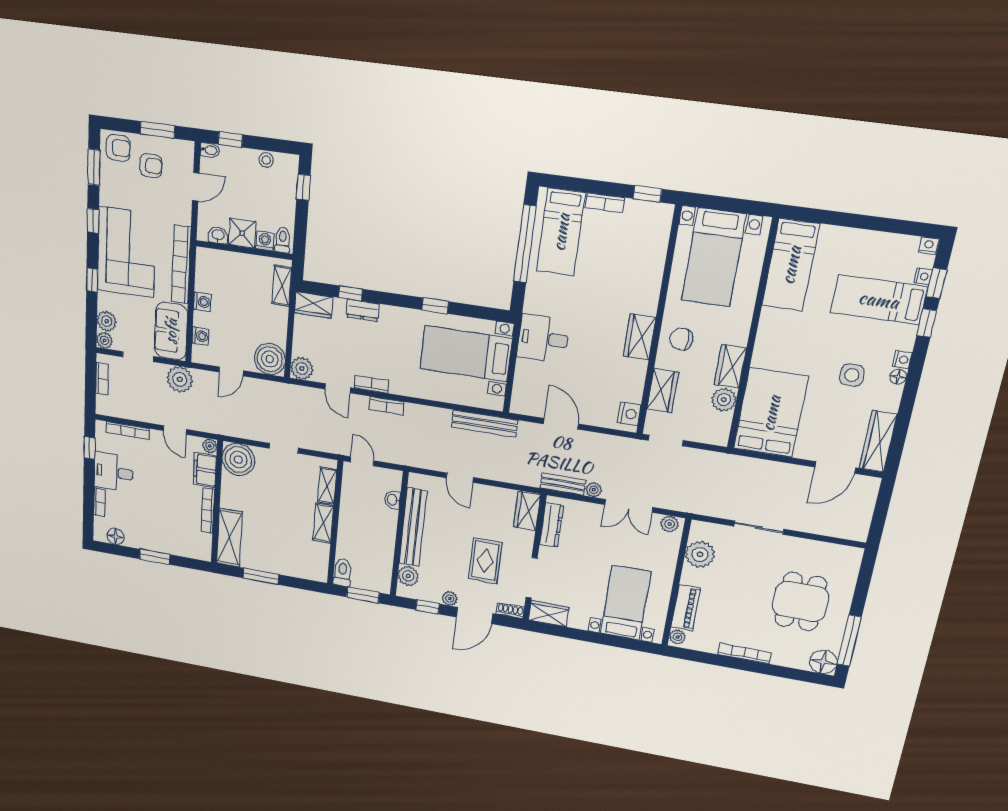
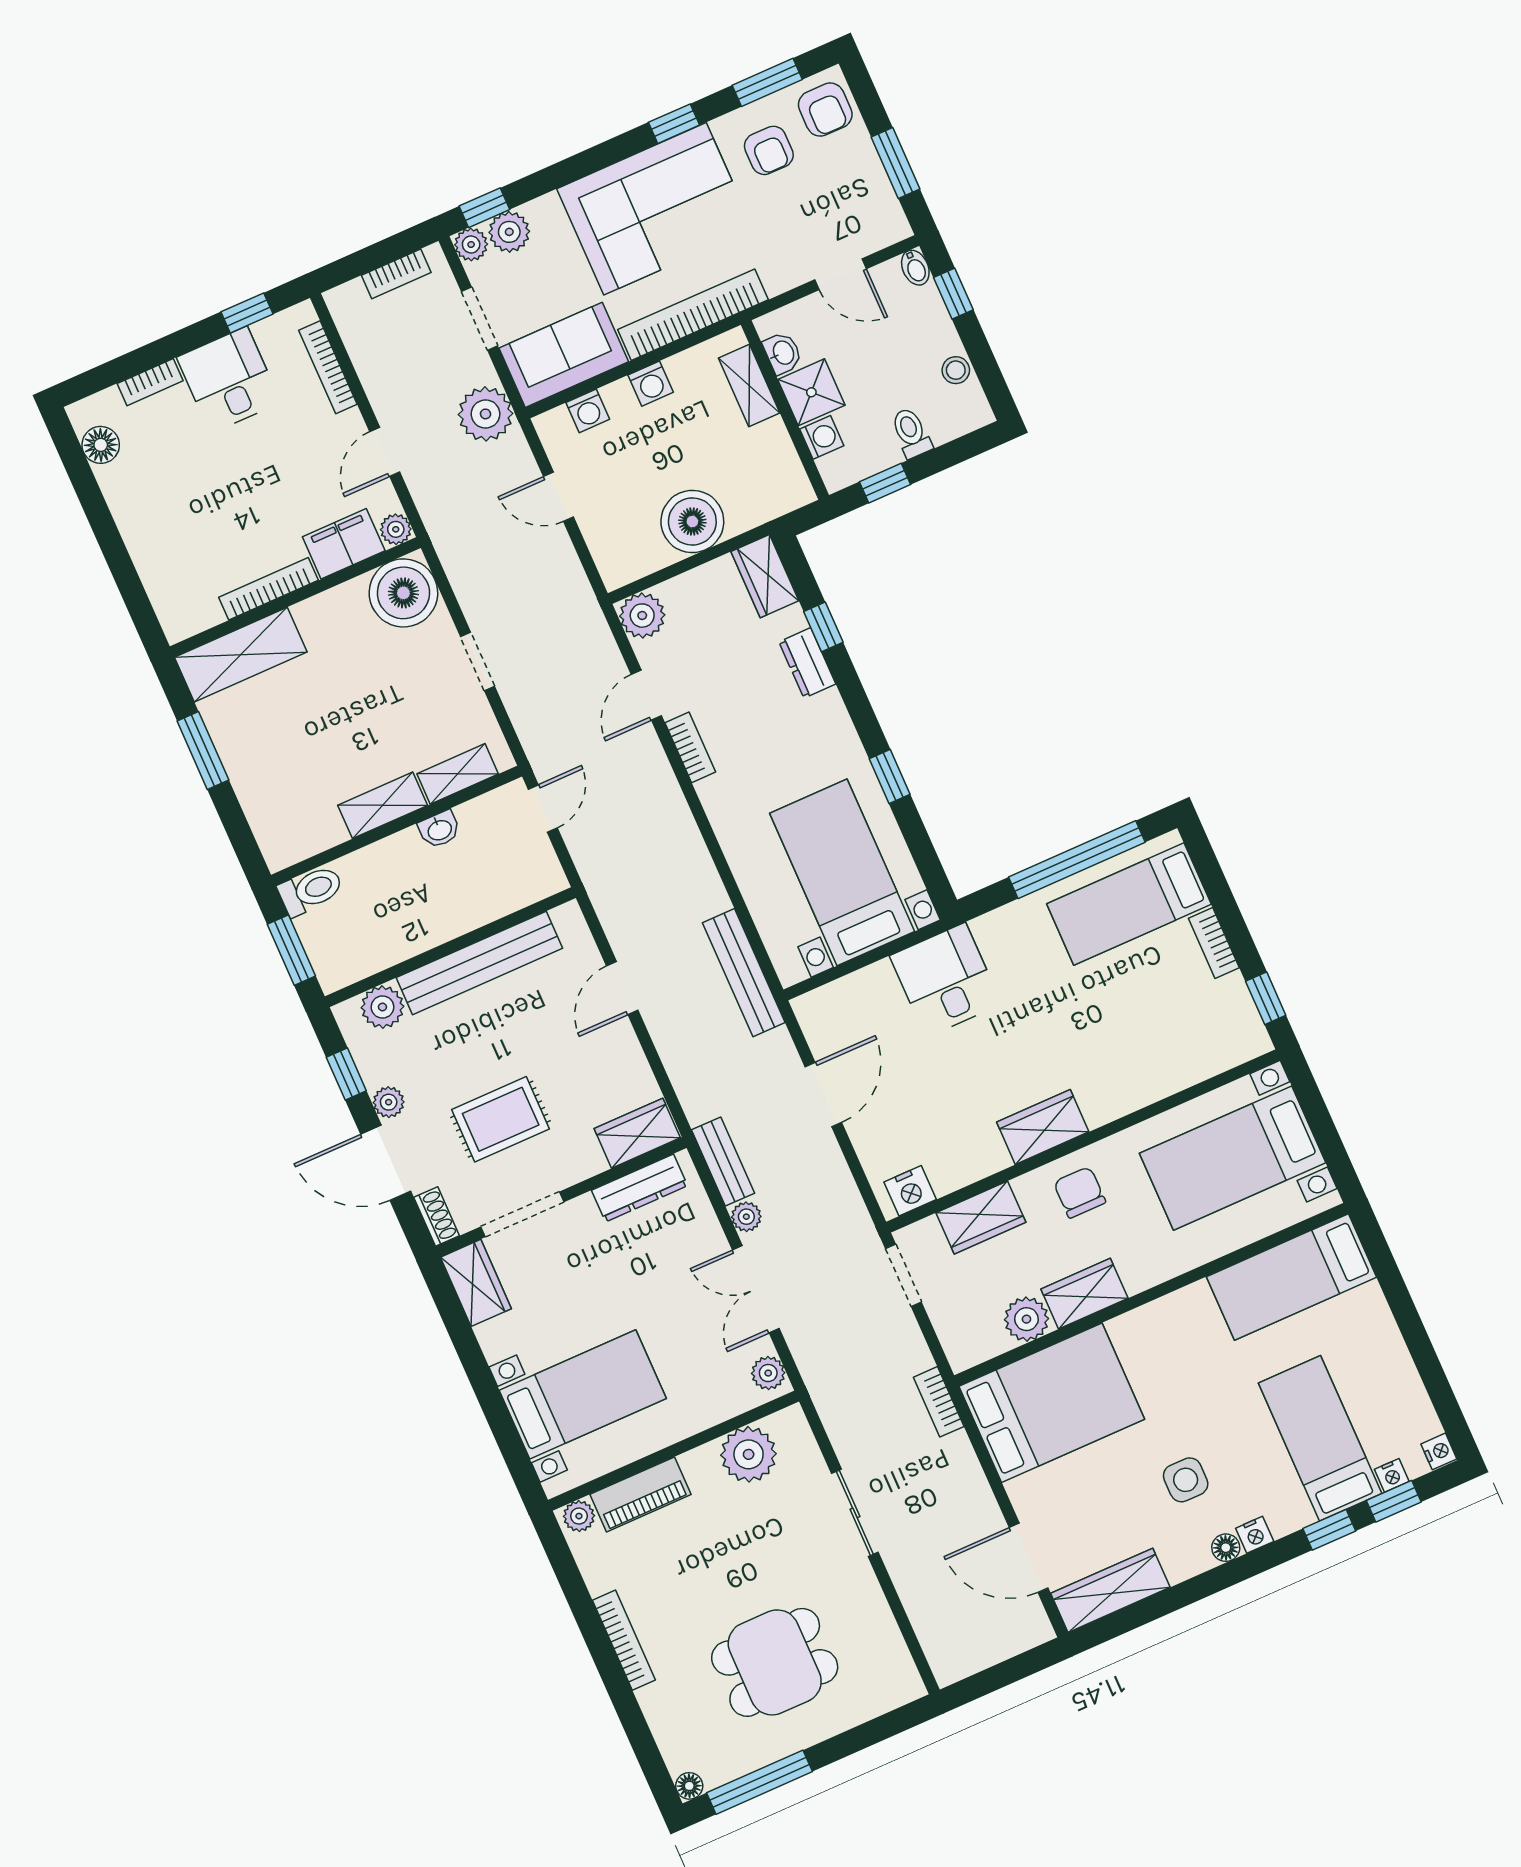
armchair: (151, 166) -> (769, 150), moved
window: (303, 187) -> (885, 483), moved
toilet: (283, 240) -> (911, 433), moved, turned -90
window: (92, 280) -> (484, 208), moved
shelving: (282, 286) -> (749, 386), moved, turned 90
boiler: (270, 359) -> (692, 521), moved
bookcase: (386, 406) -> (939, 1402), moved
washbasin: (392, 500) -> (439, 829), moved, turned 180
window: (155, 557) -> (109, 538), removed
floor lamp: (823, 662) -> (689, 1786), width x0.53, depth x0.53

